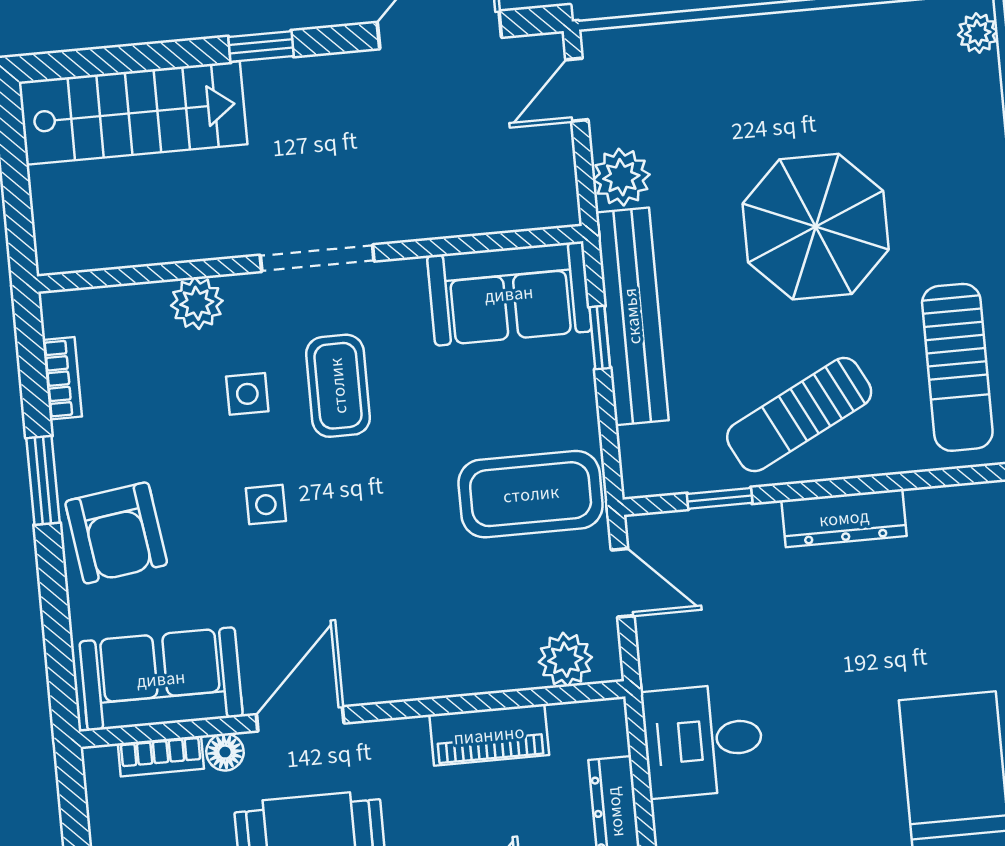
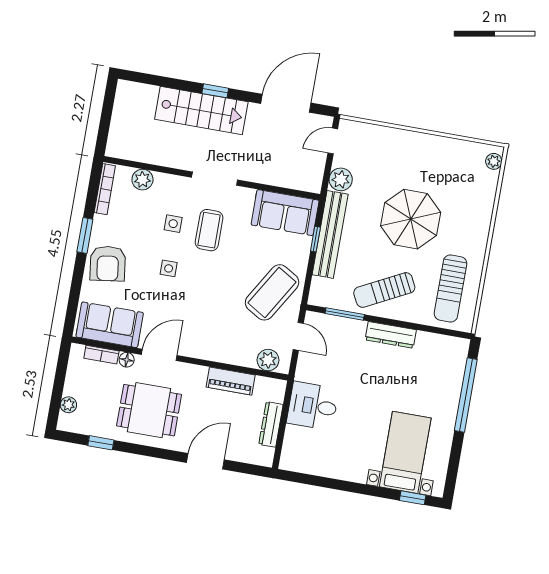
stairs: (133, 113) -> (201, 110), moved
plant: (197, 303) -> (142, 180), moved
bookcase: (62, 378) -> (105, 189), width x1.56
coffee table: (531, 494) -> (272, 292), turned -59
window: (720, 498) -> (345, 314), width x1.50

